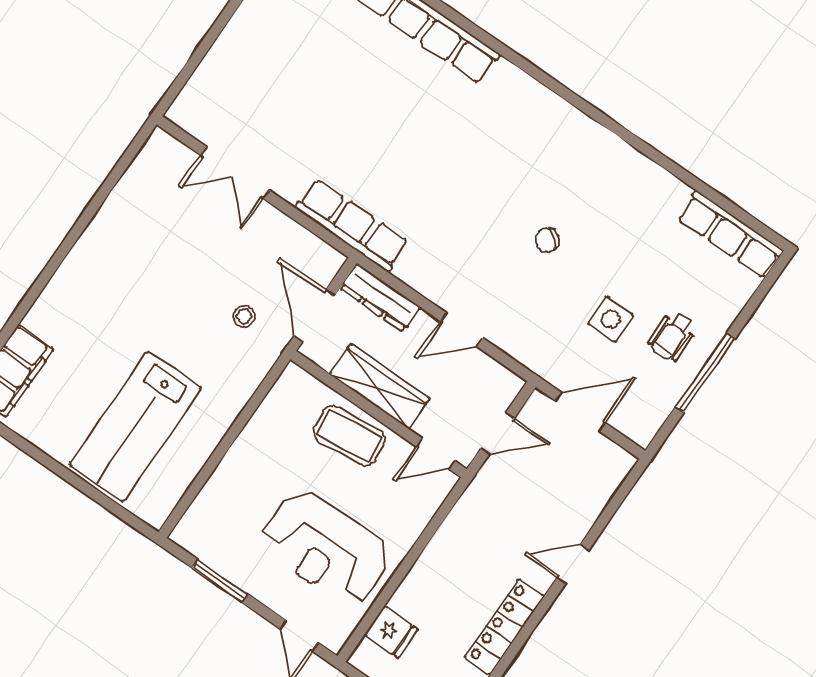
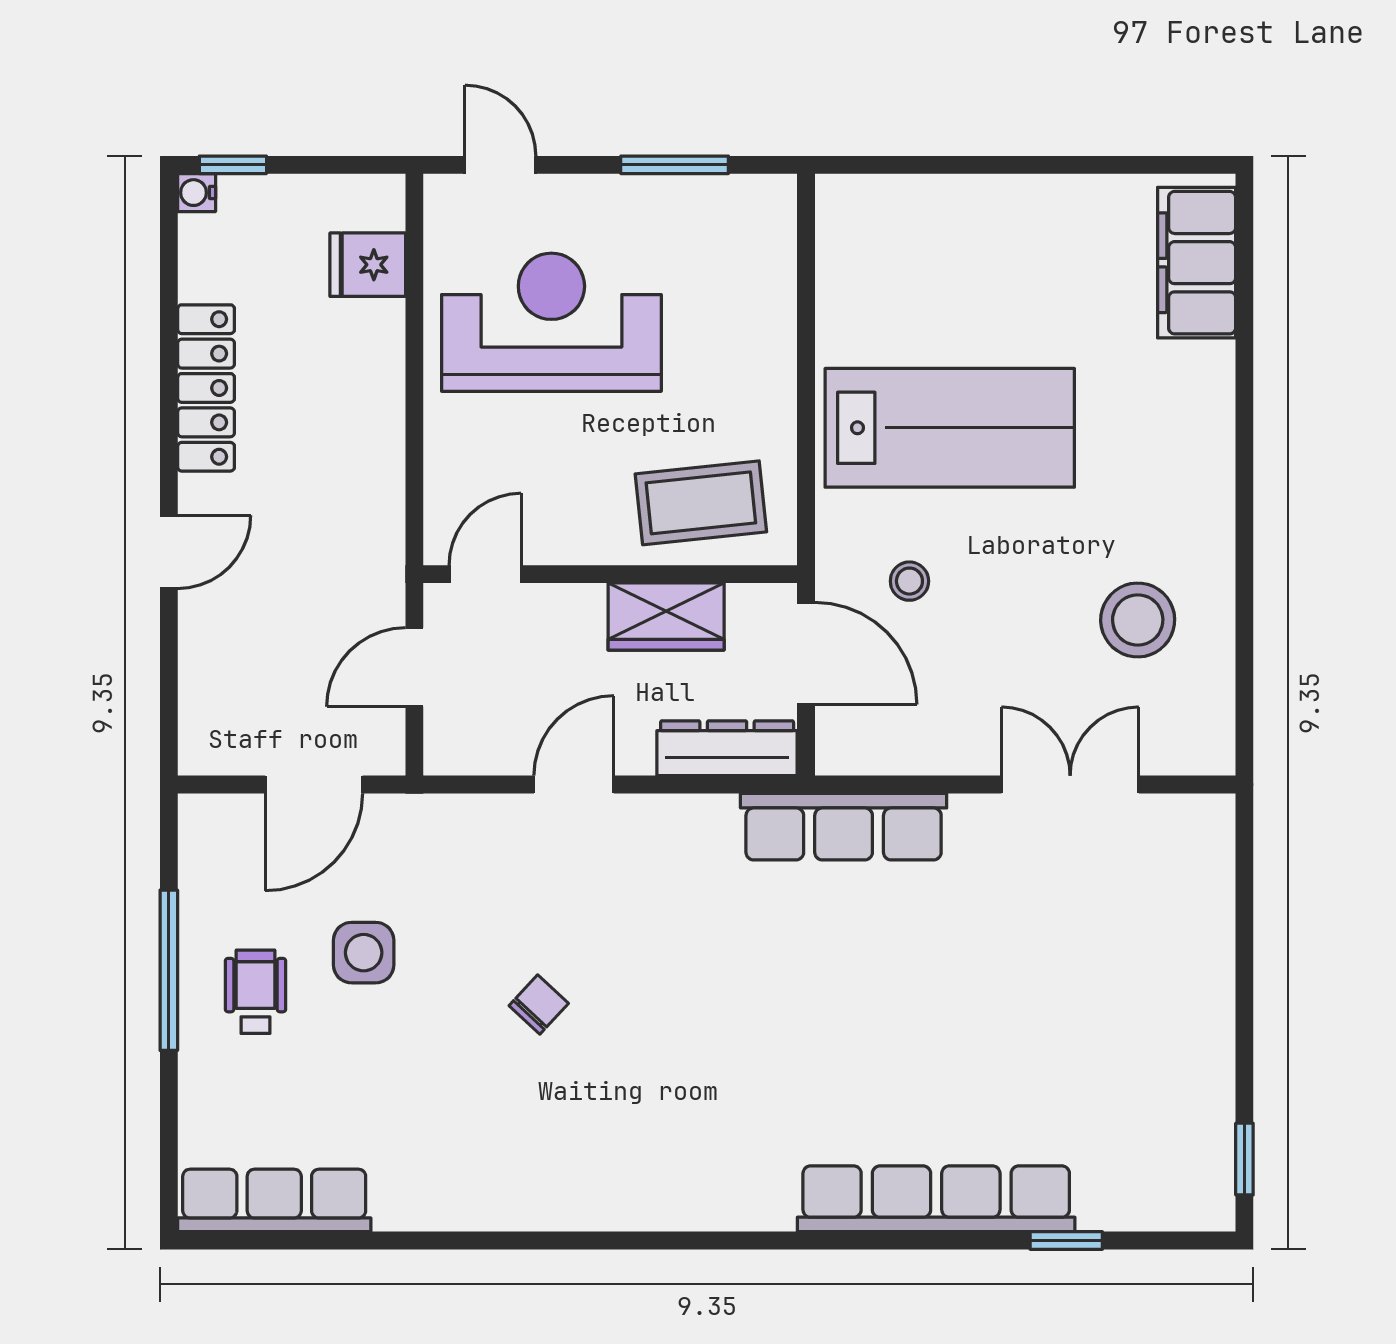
stool: (152, 226) -> (1138, 620), added
wardrobe: (380, 386) -> (666, 616), width x0.67
lab bench: (135, 426) -> (950, 428), moved, turned 90
coffee table: (349, 436) -> (701, 503), moved

